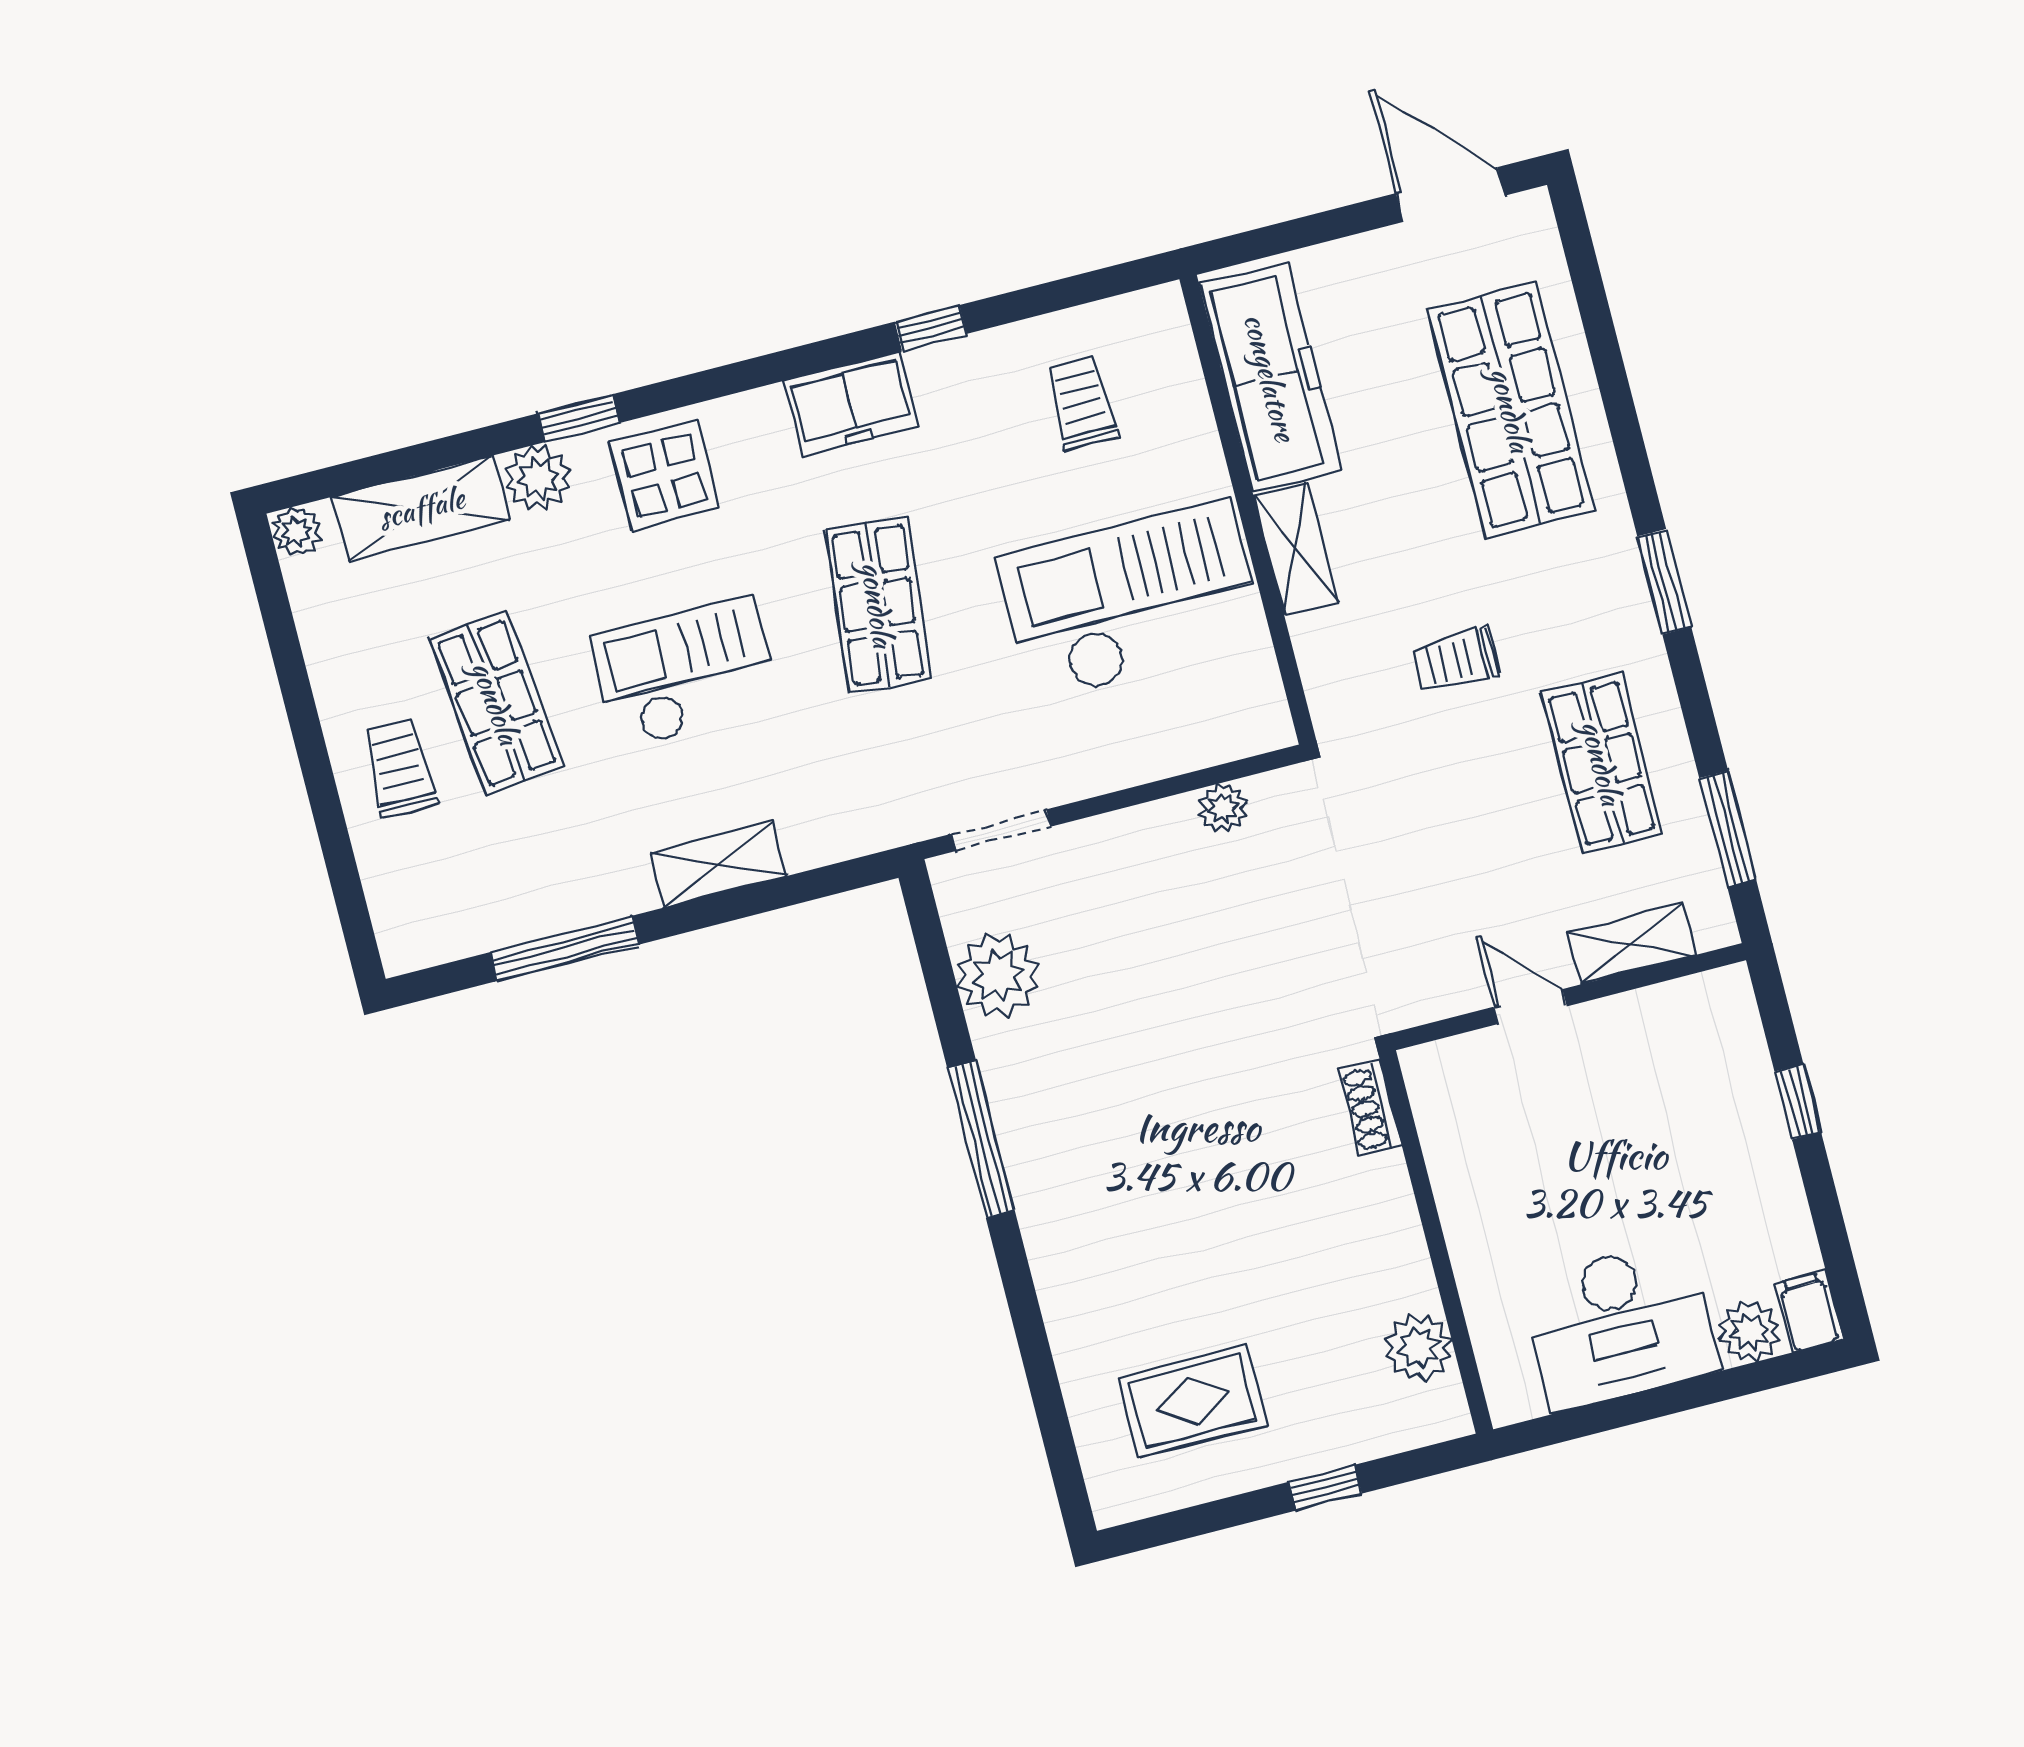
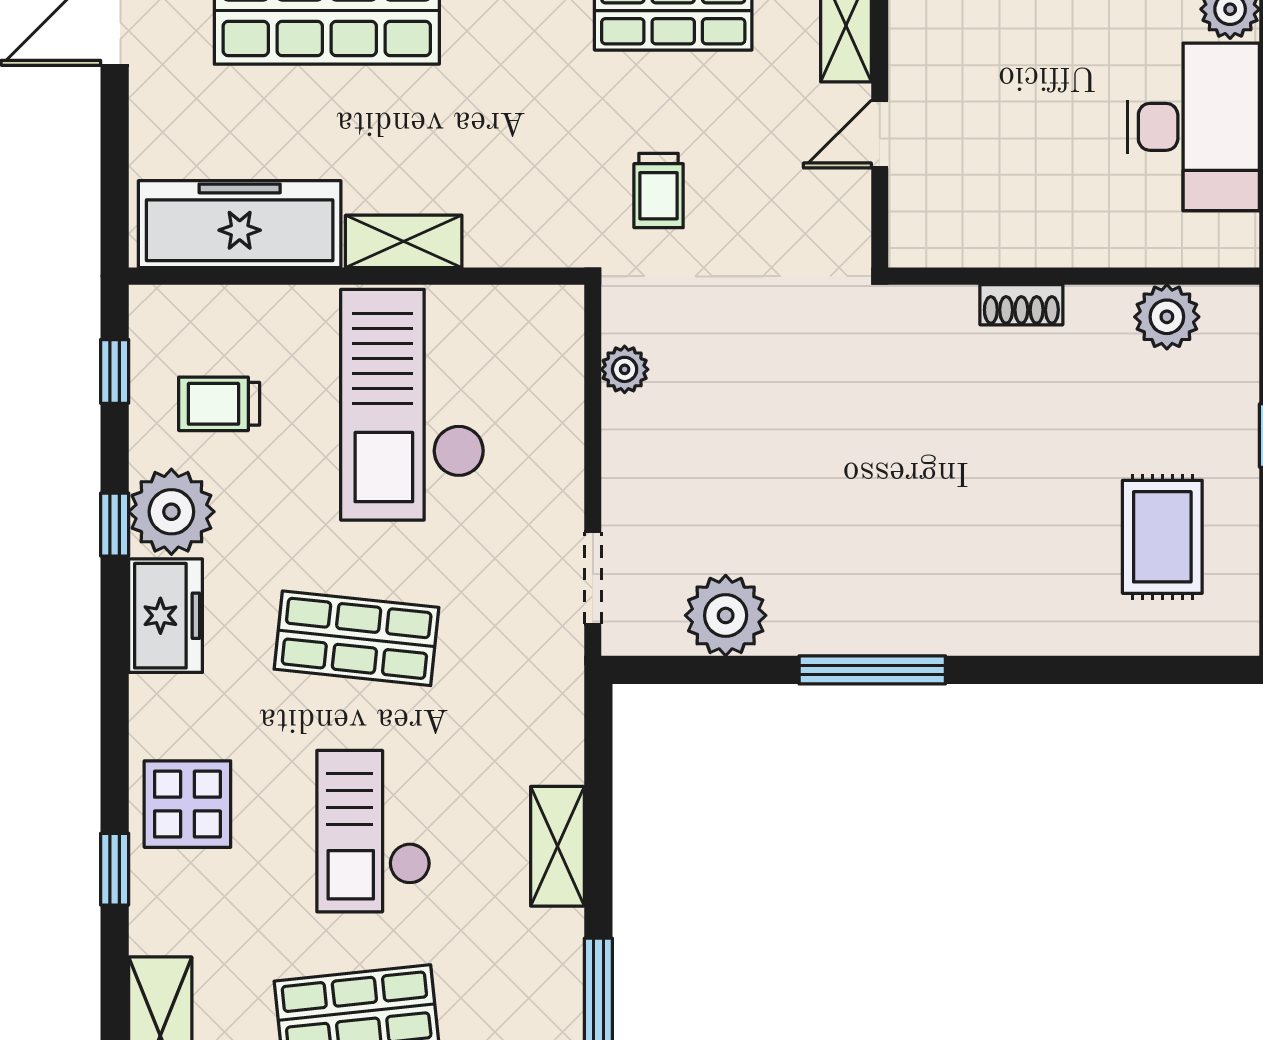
window: (1087, 288) -> (115, 371), added
plant: (538, 478) -> (171, 512), moved, width x1.36, depth x1.36
trolley: (1455, 660) -> (659, 191), moved
shoe rack: (1370, 1108) -> (1021, 305), moved

